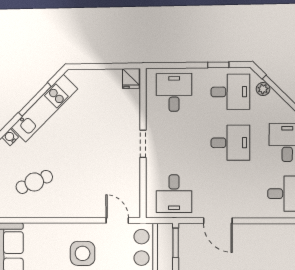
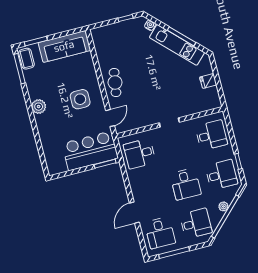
fridge: (131, 78) -> (208, 81), moved
plant: (263, 89) -> (223, 206), moved
desk: (230, 92) -> (221, 175), turned -90
cafe table: (34, 182) -> (115, 82), moved, turned 32
door: (218, 221) -> (134, 213), moved

